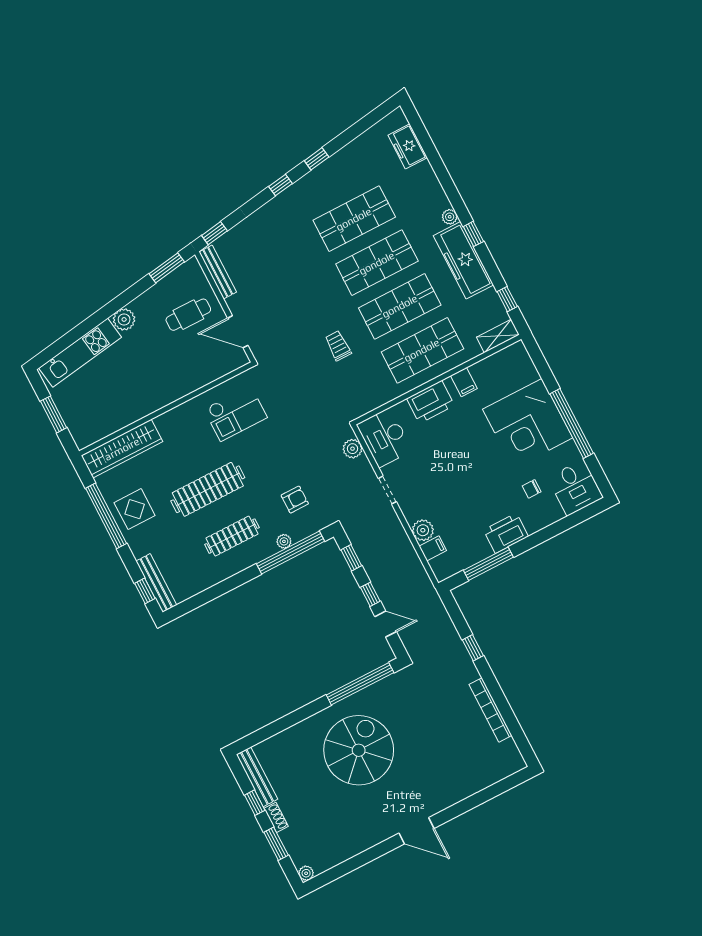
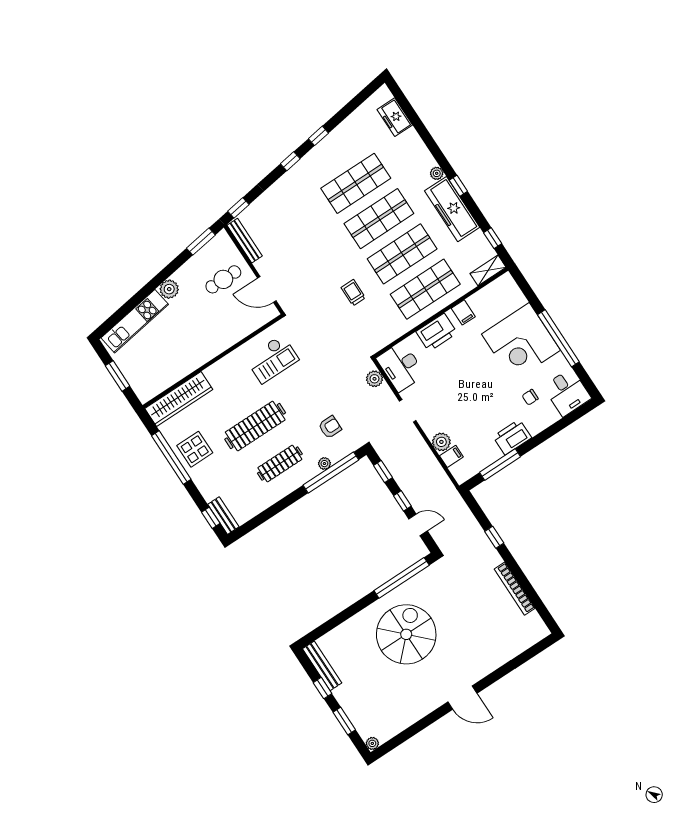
bench: (156, 583) -> (223, 516), width x0.73
shoe rack: (276, 817) -> (342, 699), removed

